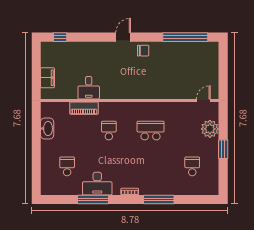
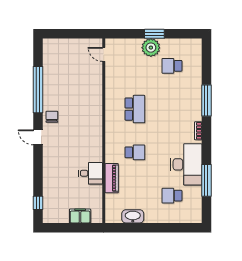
window: (185, 37) -> (38, 90), moved
plant: (210, 129) -> (151, 48), moved
school desk: (109, 131) -> (135, 152), turned 180
school desk: (151, 131) -> (135, 109), turned 180
desk: (97, 184) -> (186, 164), width x1.36, depth x1.30
window: (93, 199) -> (206, 180), moved

